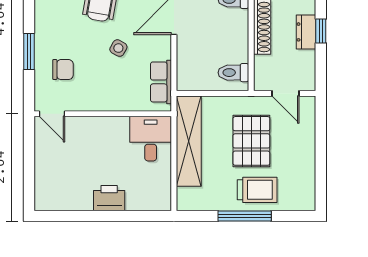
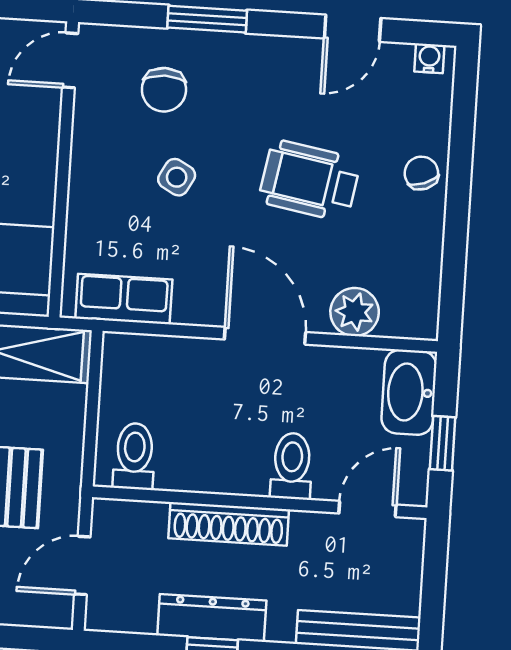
dresser: (306, 32) -> (212, 618), width x1.44
side table: (118, 48) -> (177, 177), moved

